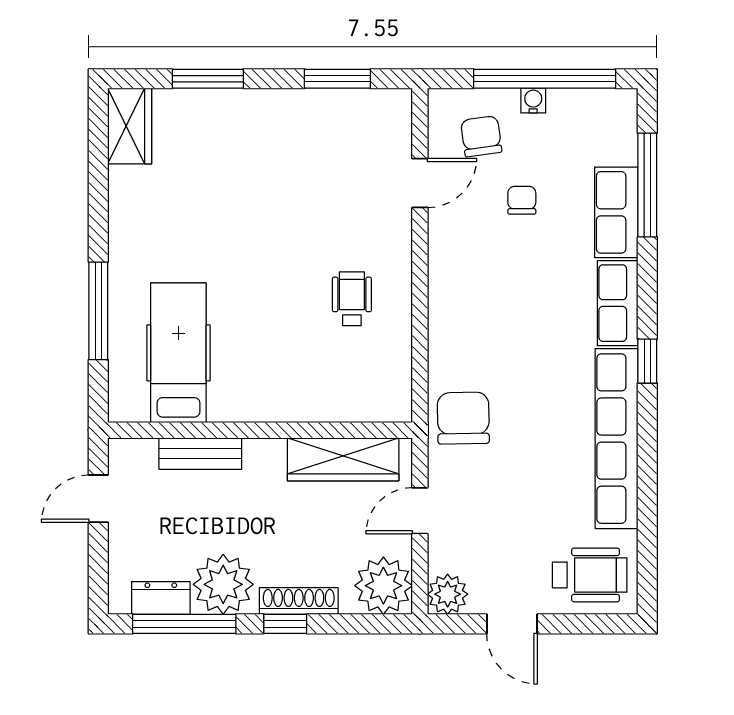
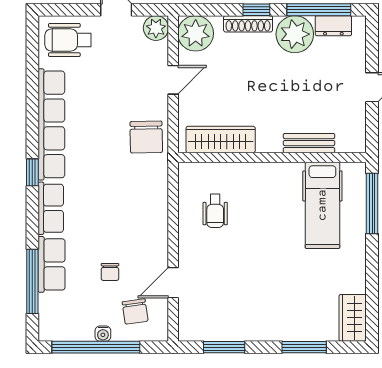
hospital bed: (178, 353) -> (322, 205), moved
wall: (260, 430) -> (272, 157), moved
bench: (200, 454) -> (309, 143), moved
wardrobe: (343, 459) -> (221, 139), moved

